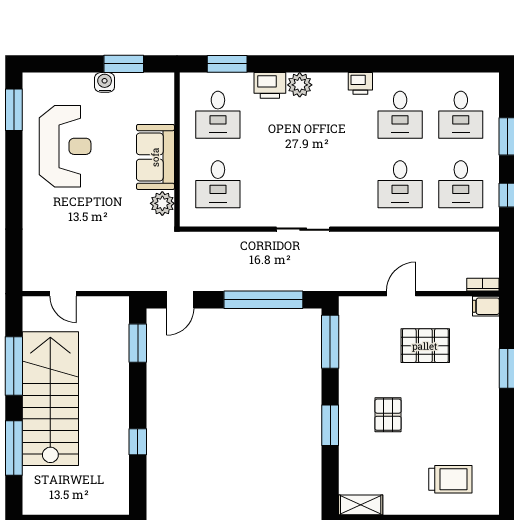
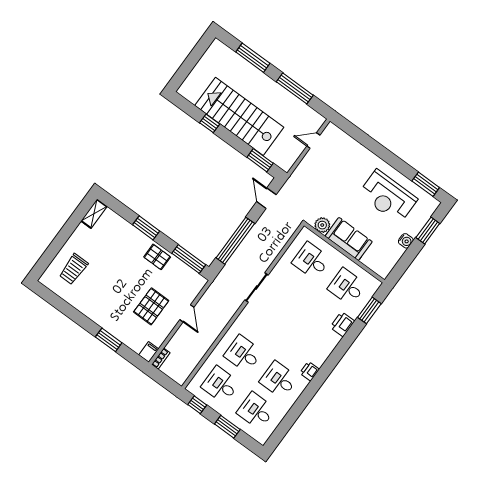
window: (124, 64) -> (428, 231), moved
plant: (300, 85) -> (332, 340), removed
stairs: (50, 399) -> (239, 116), moved, turned 180
pallet: (388, 415) -> (157, 257), moved

